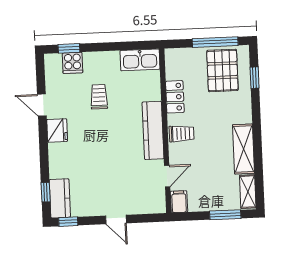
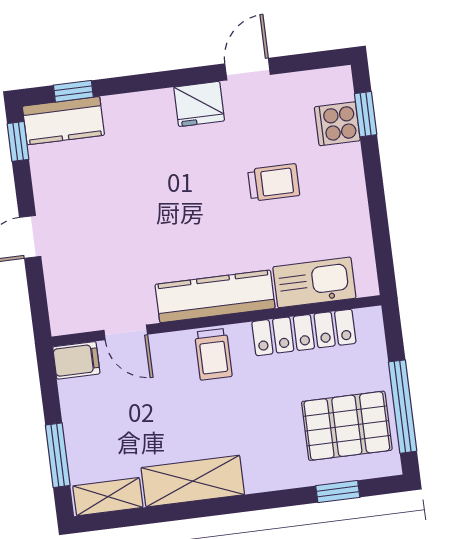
kitchen sink: (140, 60) -> (314, 282), moved, turned 90
locker: (175, 97) -> (304, 332), width x1.53

